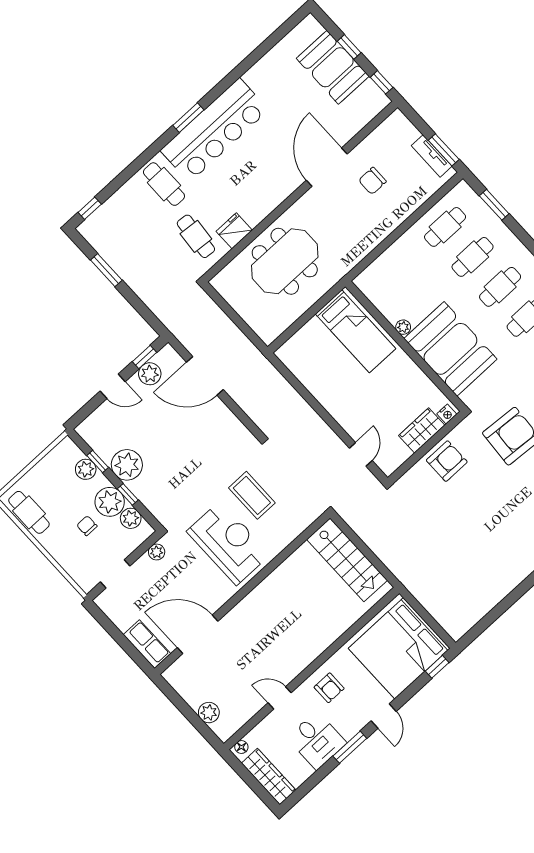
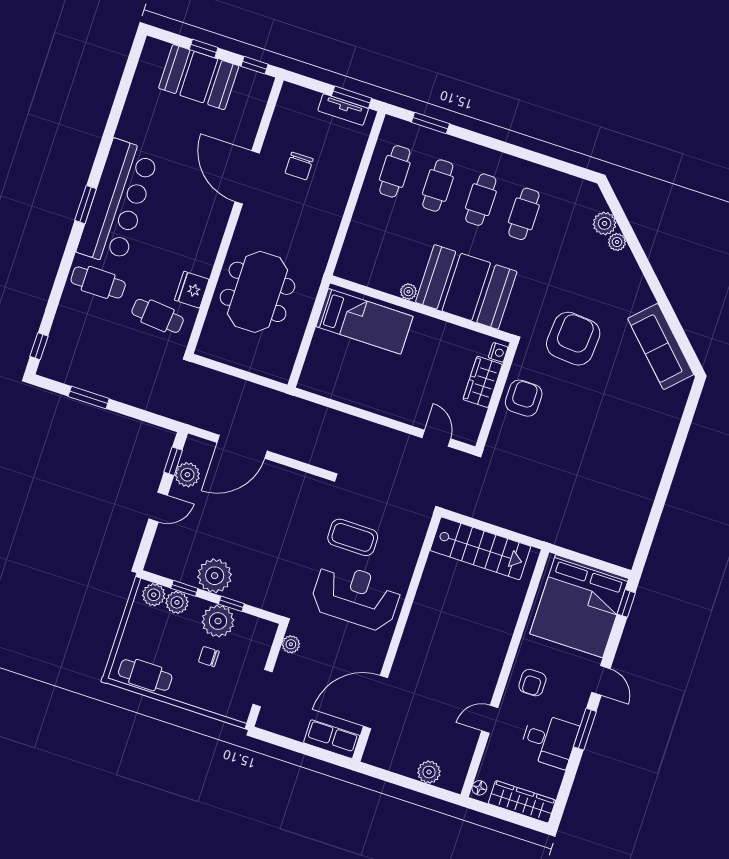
plant: (131, 518) -> (154, 595), moved
armchair: (329, 688) -> (532, 683), turned 90

